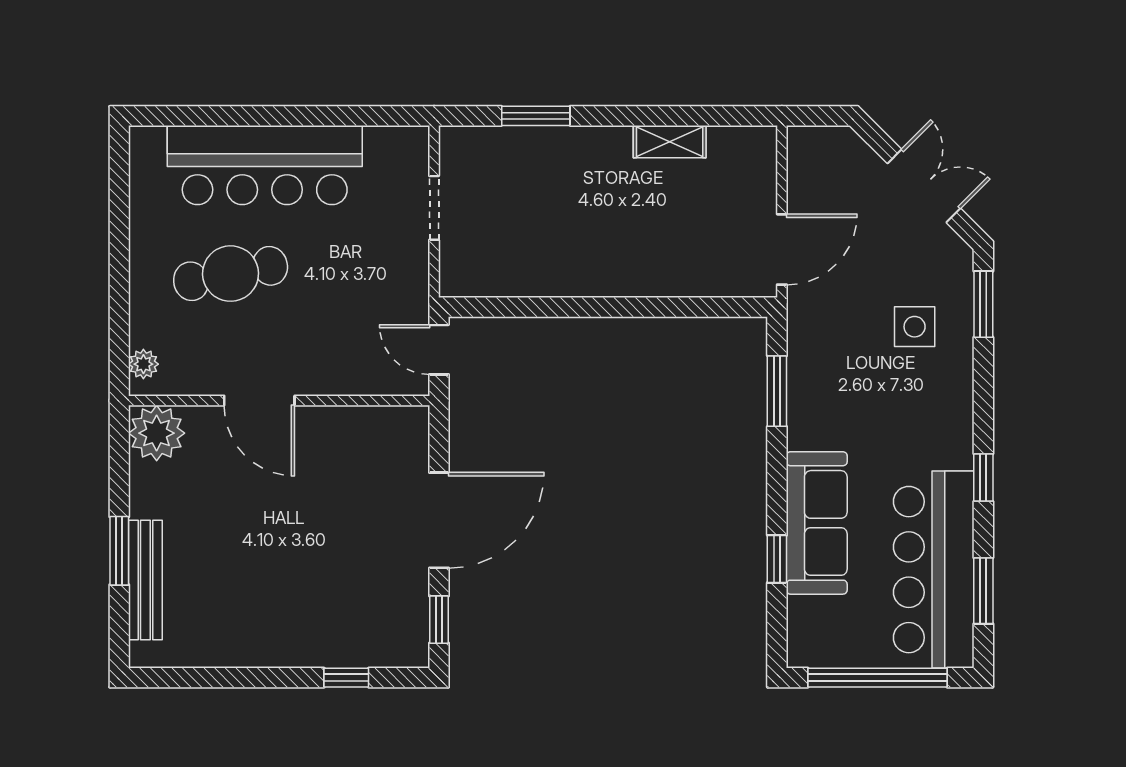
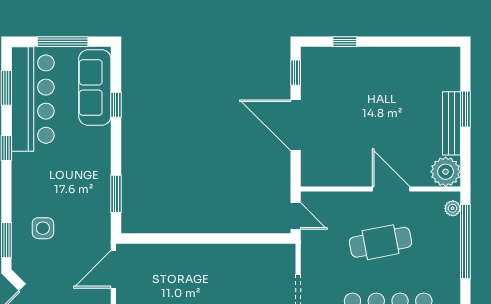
cafe table: (231, 274) -> (380, 242), moved
window: (119, 302) -> (465, 241), added
door: (439, 520) -> (296, 125), hinge flipped
sofa: (817, 523) -> (95, 88), moved
bench: (145, 580) -> (452, 123), moved
window: (877, 678) -> (63, 42), width x0.68

